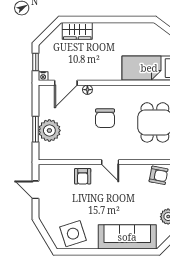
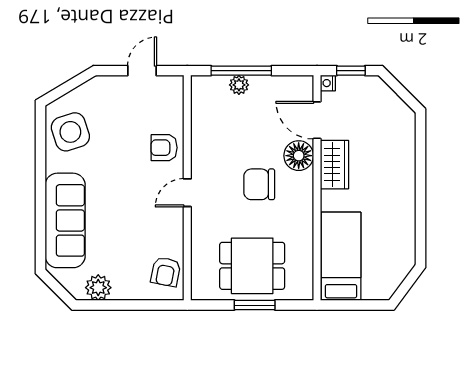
wardrobe: (77, 31) -> (334, 165), moved, turned 180
floor lamp: (87, 90) -> (299, 156), width x1.89, depth x1.89
window: (36, 129) -> (241, 71), width x1.44
plant: (49, 130) -> (239, 85), width x0.53, depth x0.53

